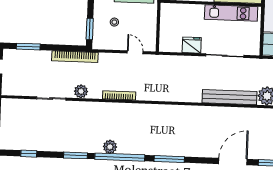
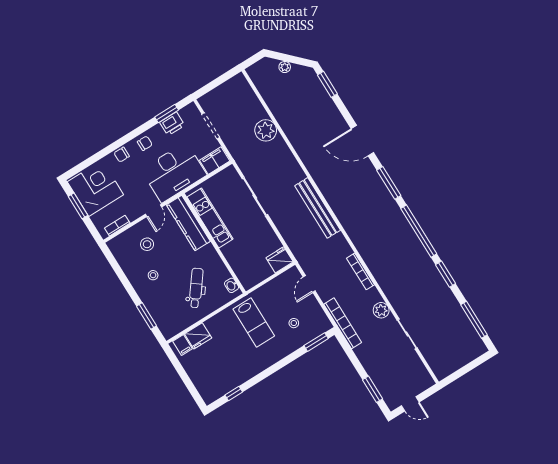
fridge: (192, 45) -> (280, 260), moved, turned 90
bookcase: (75, 57) -> (343, 323), moved
bench: (230, 97) -> (318, 208), moved
plant: (110, 147) -> (415, 247), removed
window: (29, 154) -> (474, 320), width x2.17
door: (233, 161) -> (362, 141), moved

